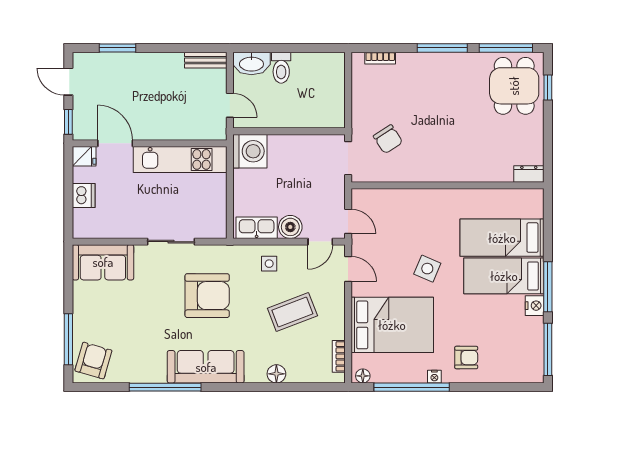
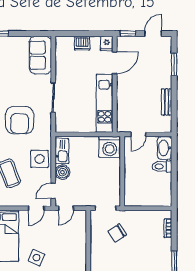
bench: (206, 60) -> (167, 102), moved
door: (320, 242) -> (53, 191), hinge flipped
side table: (269, 264) -> (40, 159), width x1.87, depth x1.87

